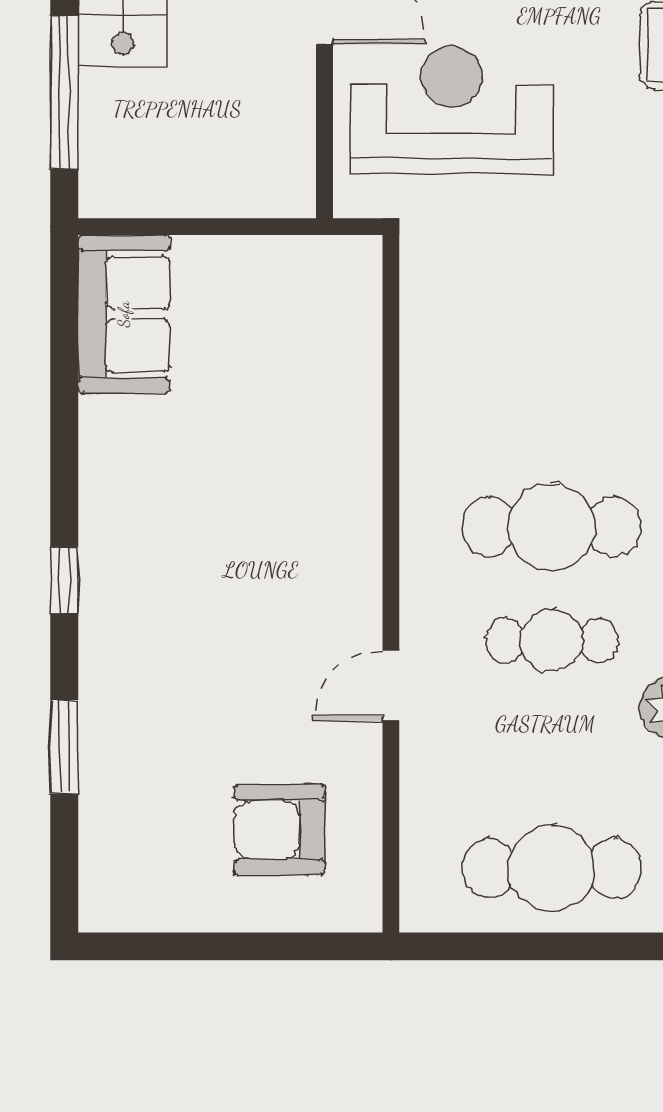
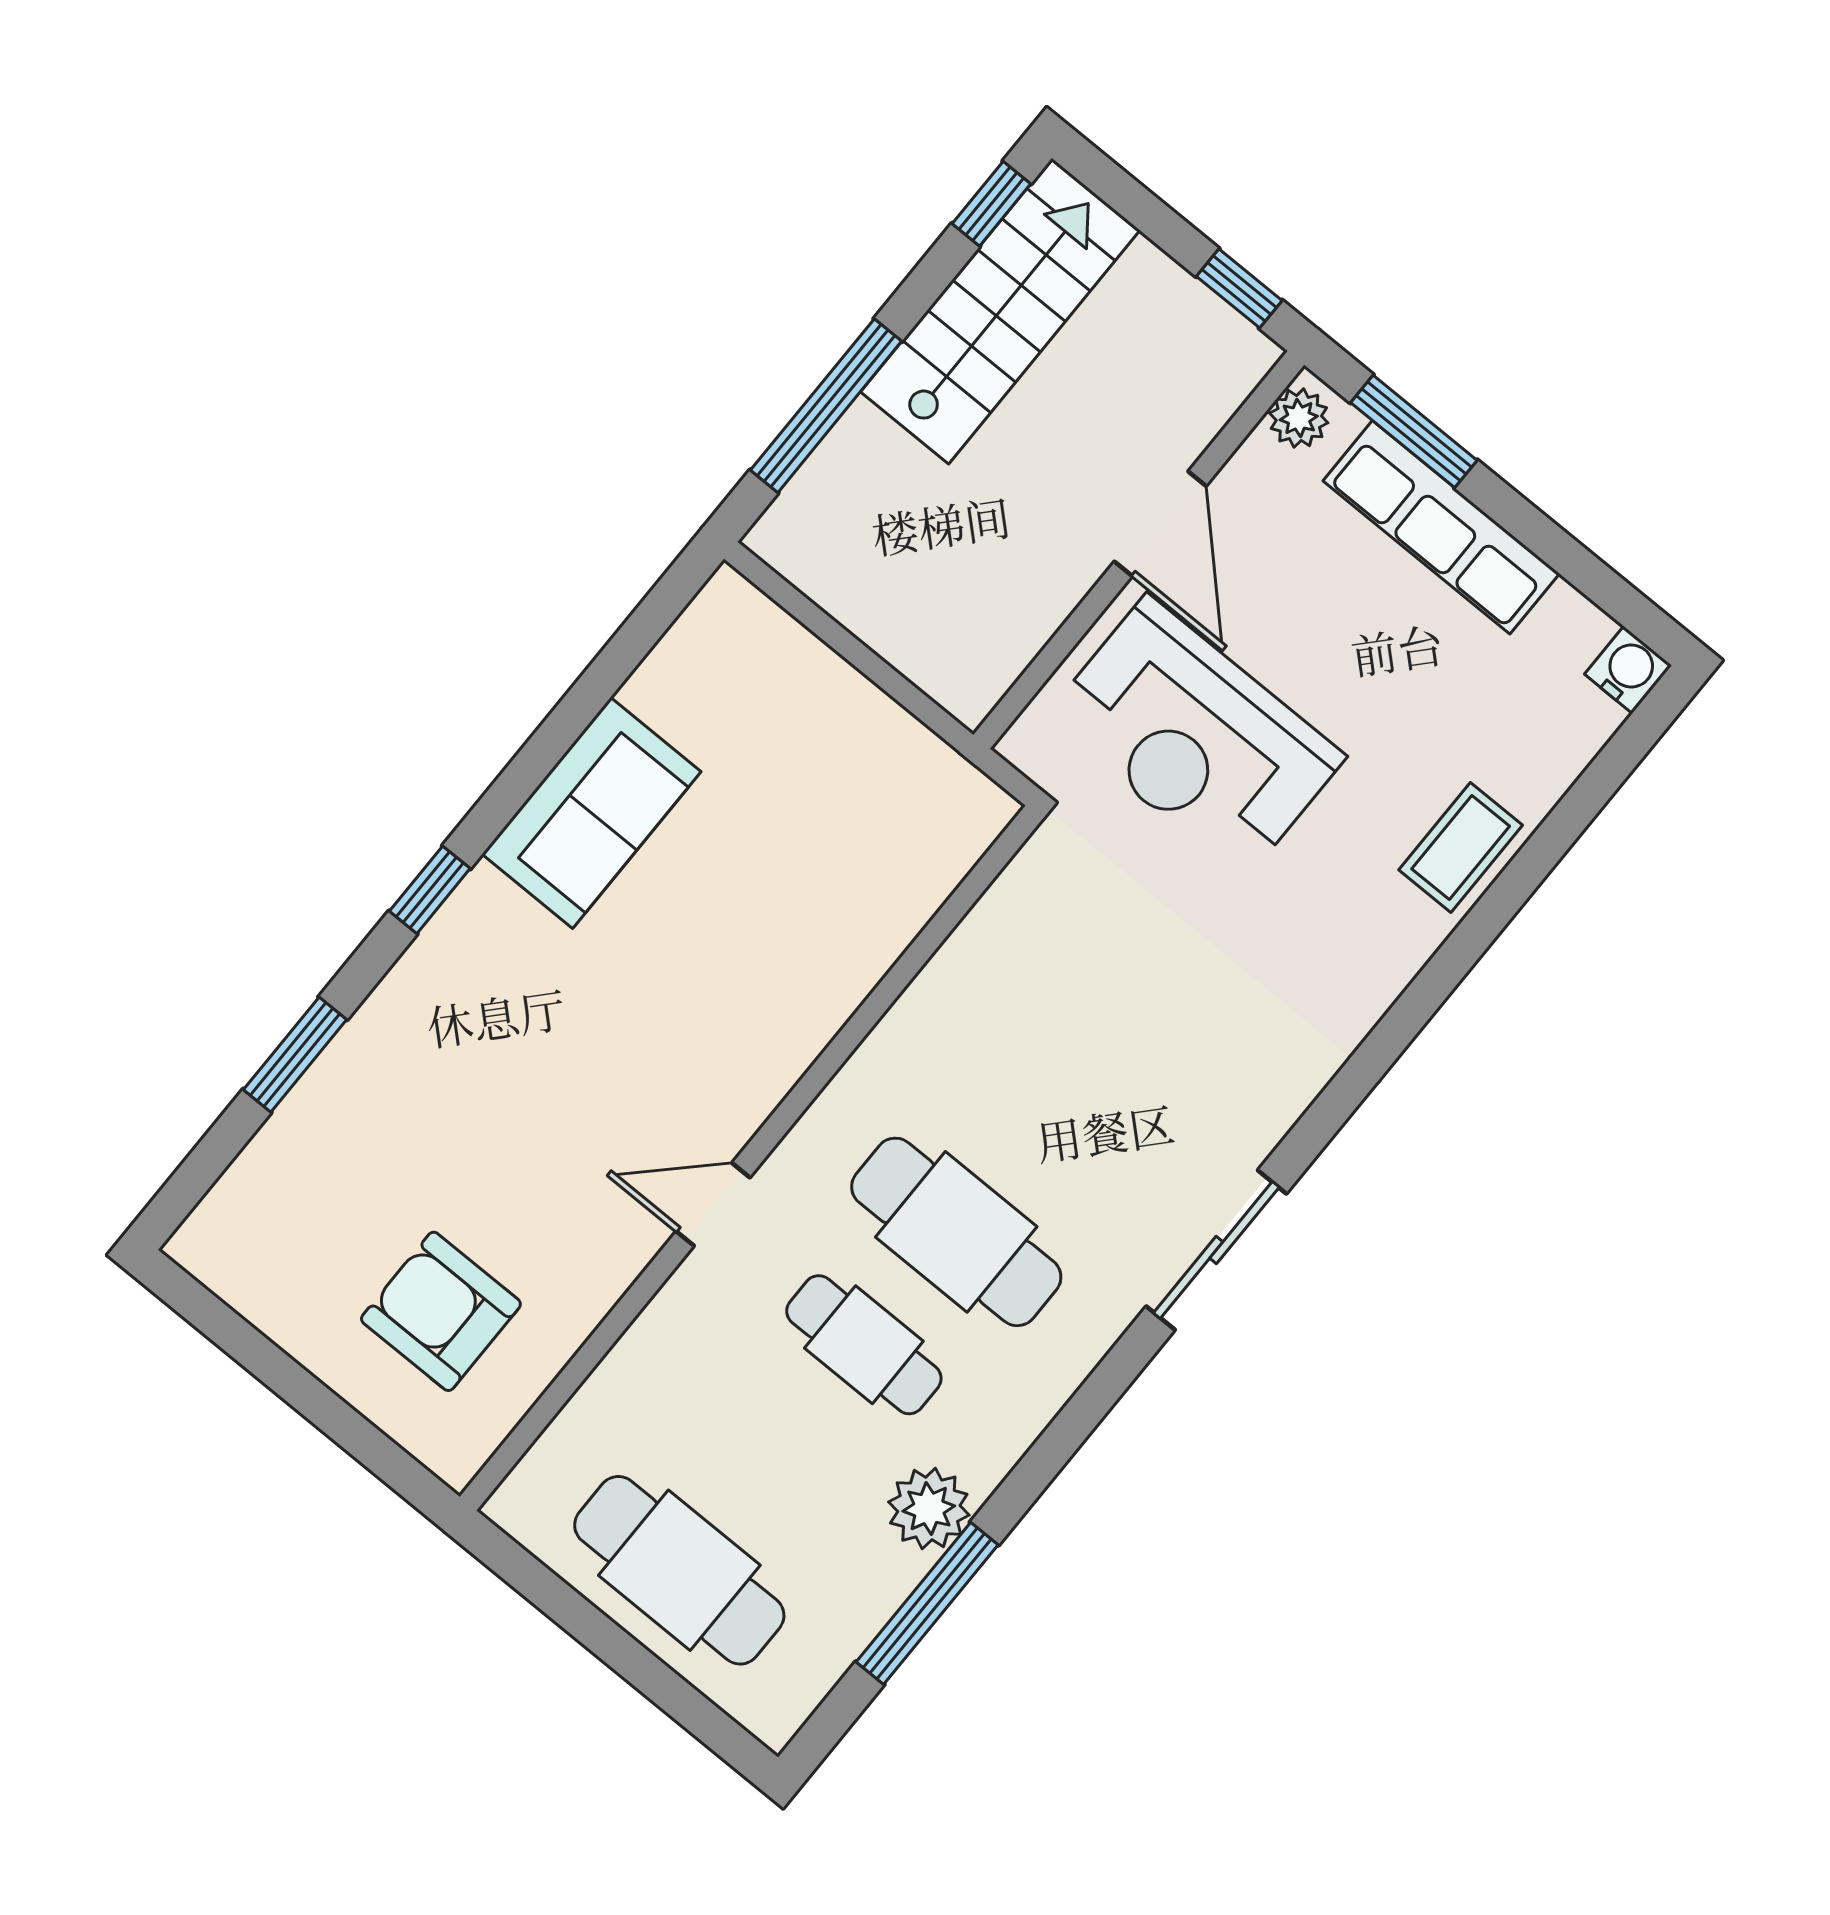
reception desk: (451, 110) -> (1195, 737), turned 180
sofa: (124, 314) -> (591, 813), moved
door: (391, 686) -> (713, 1204), moved

